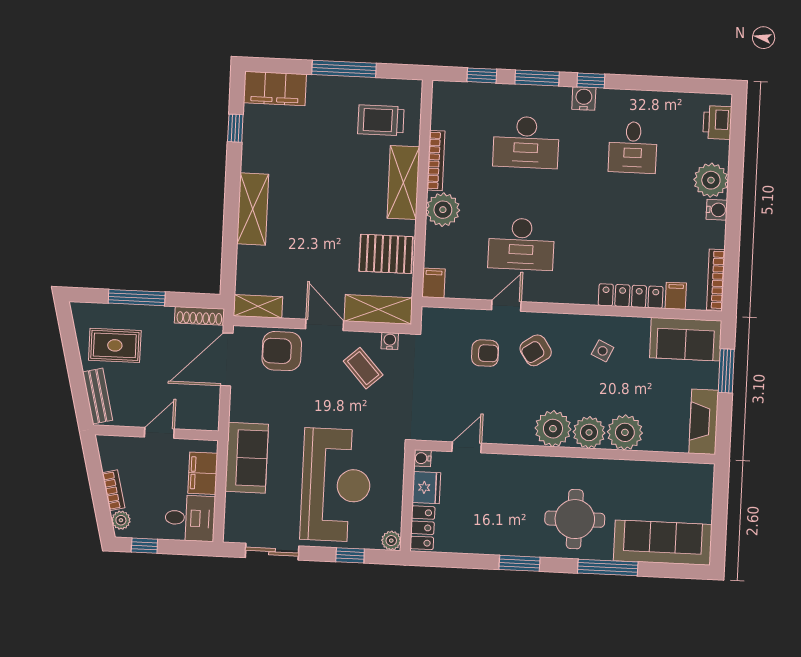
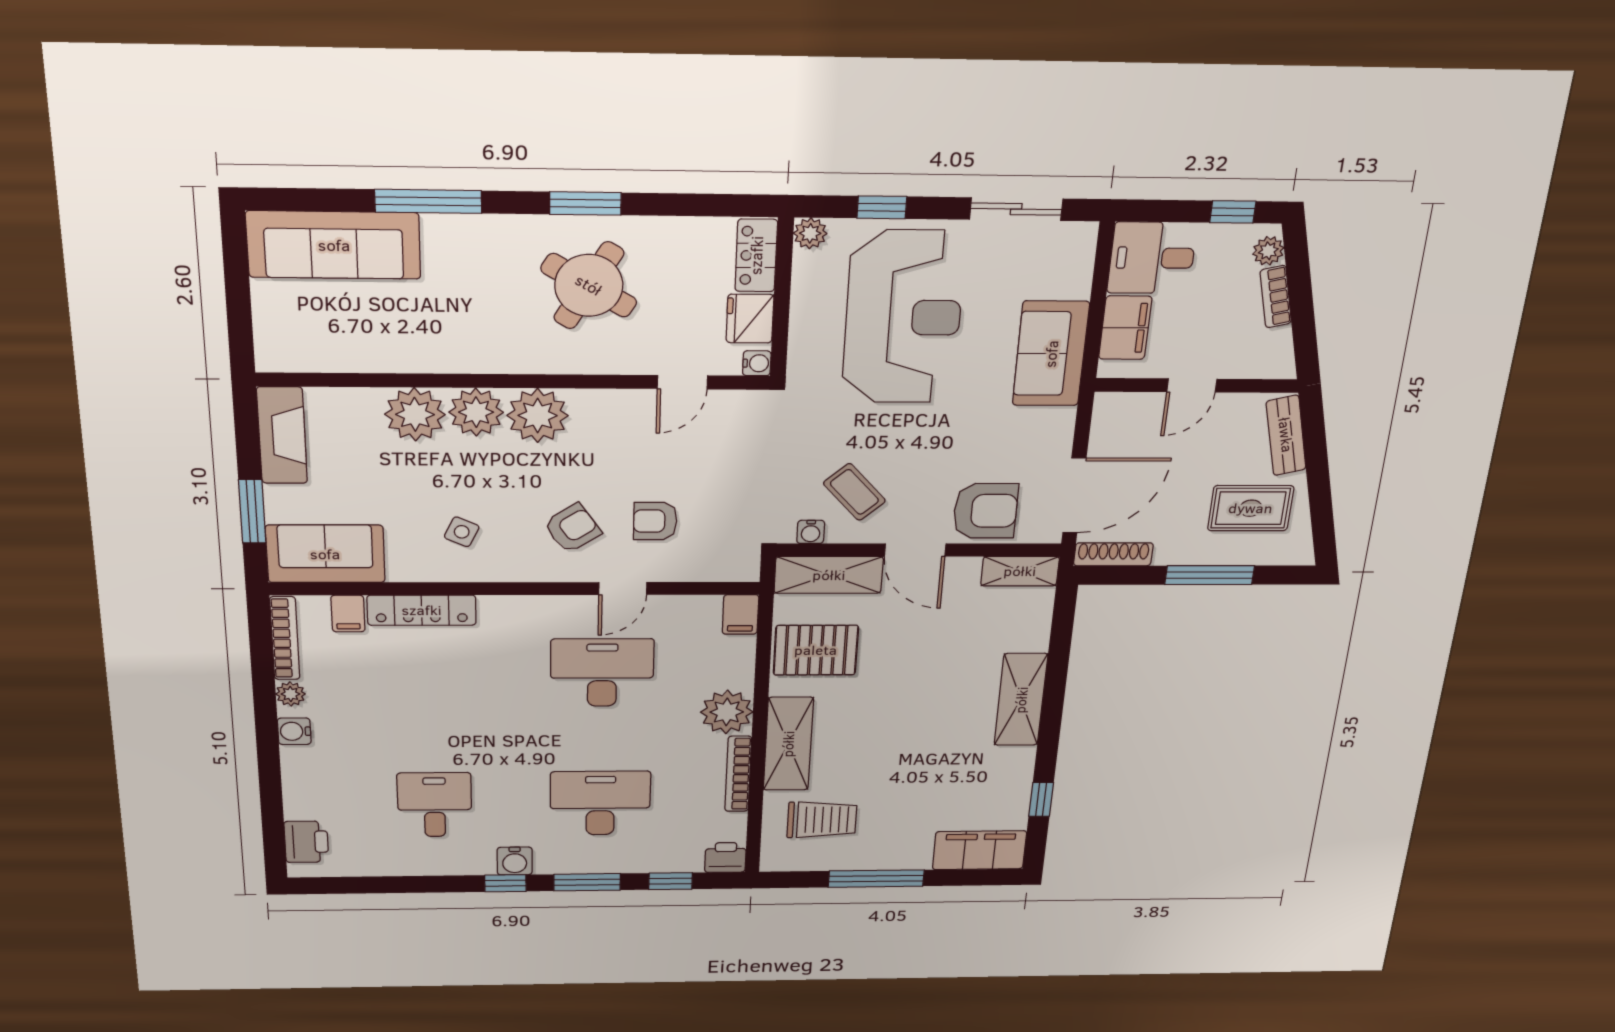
printer: (445, 93) -> (725, 858), added
plant: (711, 180) -> (291, 694), moved, width x0.53, depth x0.53
reception desk: (336, 485) -> (903, 317), turned 180
round table: (575, 519) -> (589, 285), moved, turned 31

